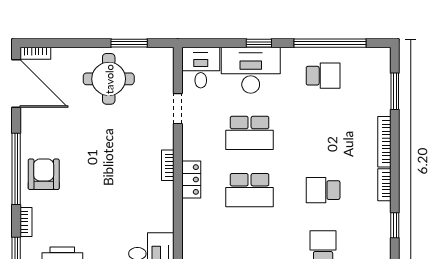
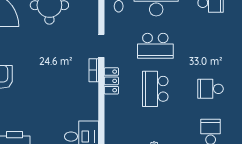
doorway: (178, 109) -> (101, 46), moved
school desk: (250, 190) -> (155, 89), turned 90

